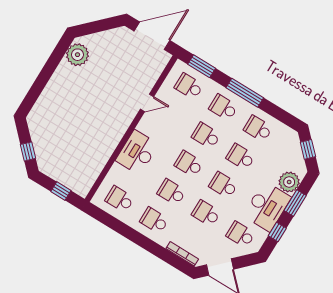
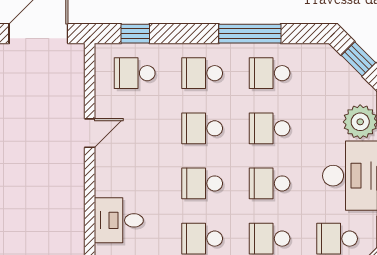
window: (202, 66) -> (135, 34), width x0.67
window: (245, 93) -> (250, 34), moved
desk: (137, 152) -> (119, 220), width x0.73

